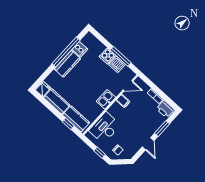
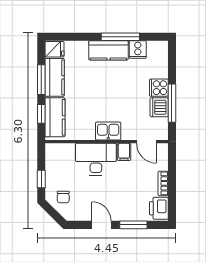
window: (66, 52) -> (120, 37), width x0.68
window: (52, 109) -> (41, 80), added
desk: (105, 128) -> (96, 159), moved
door: (148, 144) -> (102, 225), swing flipped

